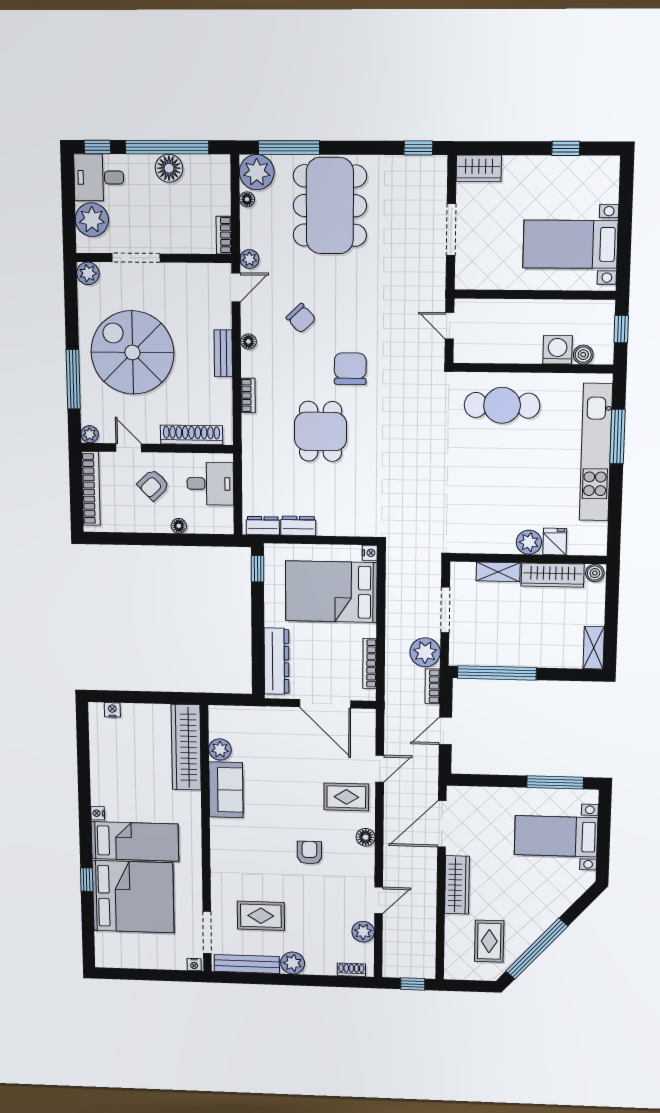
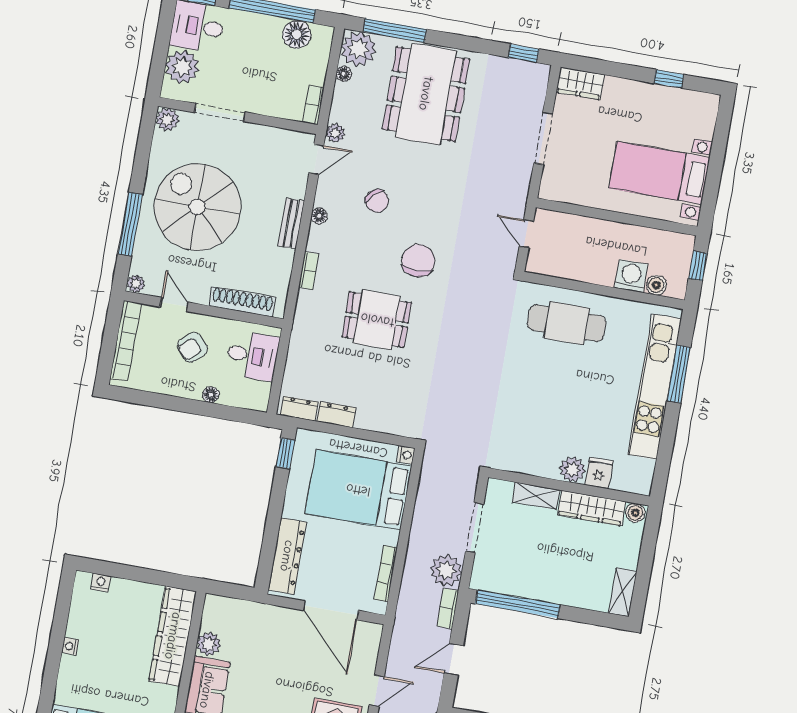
floor lamp: (169, 168) -> (297, 34), moved
dining table: (320, 431) -> (377, 320), turned 90
nightstand: (98, 813) -> (70, 646), moved

